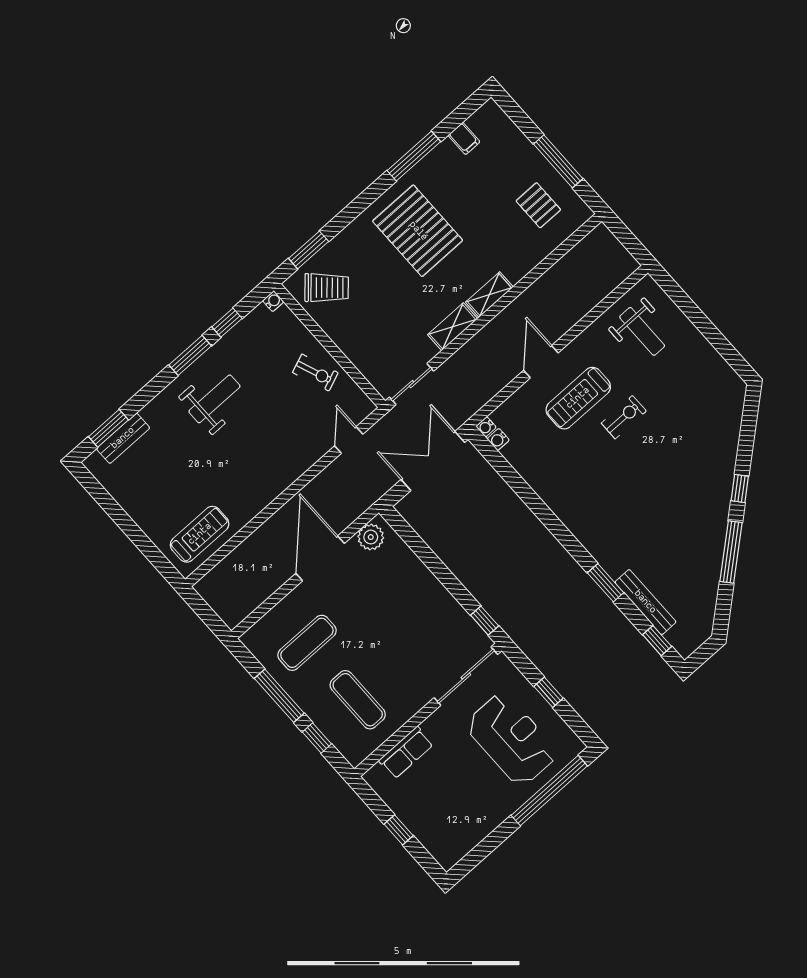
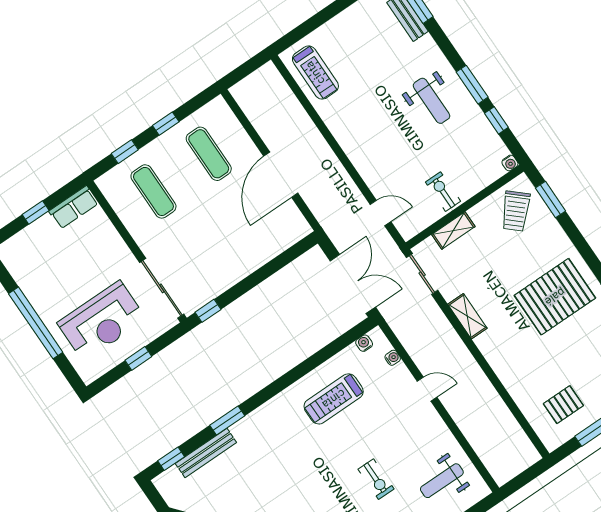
shelving: (489, 295) -> (453, 231), moved, turned 90
door: (541, 362) -> (427, 389), width x0.73
exercise bike: (315, 373) -> (443, 192), turned 111
treadmill: (578, 398) -> (334, 399), moved, turned -90
exercise bike: (624, 417) -> (376, 479), moved
water cooler: (486, 427) -> (393, 358), moved, turned 90
plant: (371, 537) -> (294, 221), removed
door: (320, 558) -> (281, 175), swing flipped
window: (279, 696) -> (166, 124), width x0.46
exercise mat: (358, 700) -> (153, 191), turned 90
row of seats: (406, 752) -> (74, 207), moved, turned -90
window: (549, 791) -> (36, 323), moved

